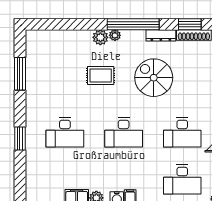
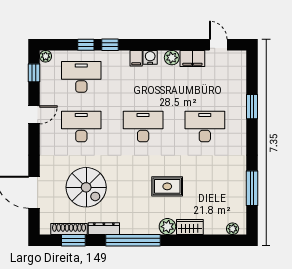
plant: (115, 35) -> (233, 229), moved
wardrobe: (79, 37) -> (190, 227), added
spiral stairs: (154, 78) -> (86, 187), moved
window: (20, 139) -> (252, 107), moved

